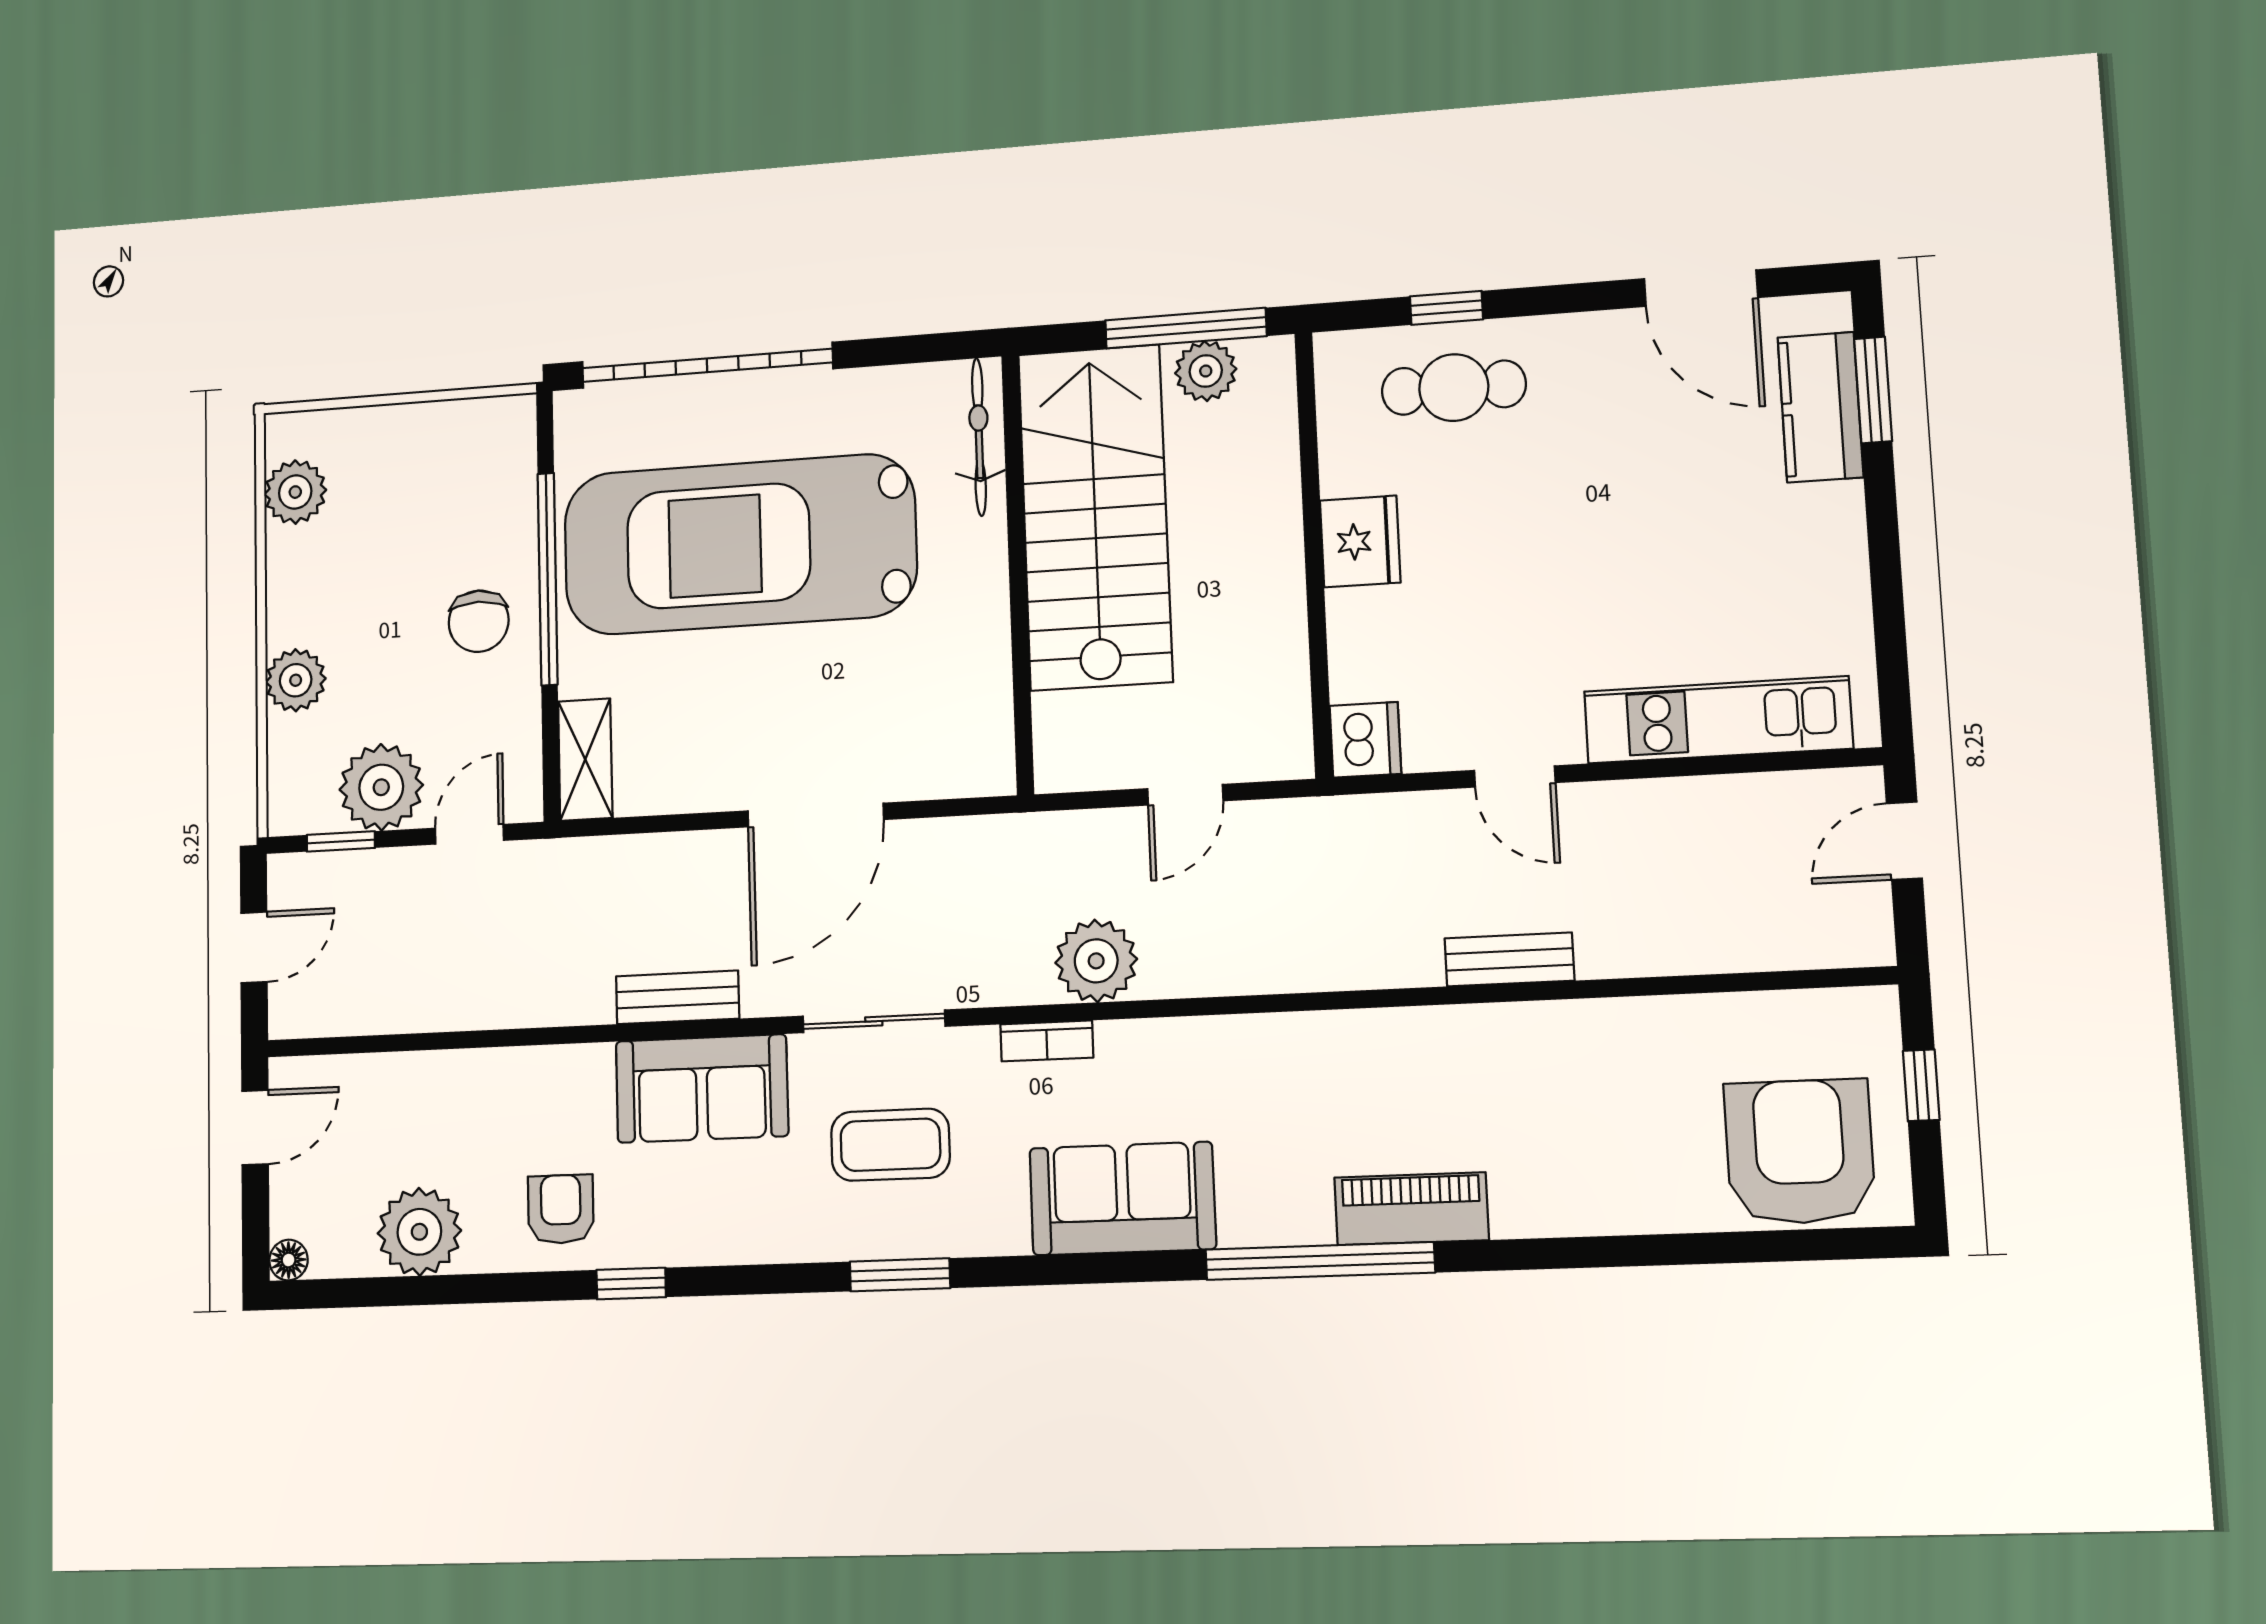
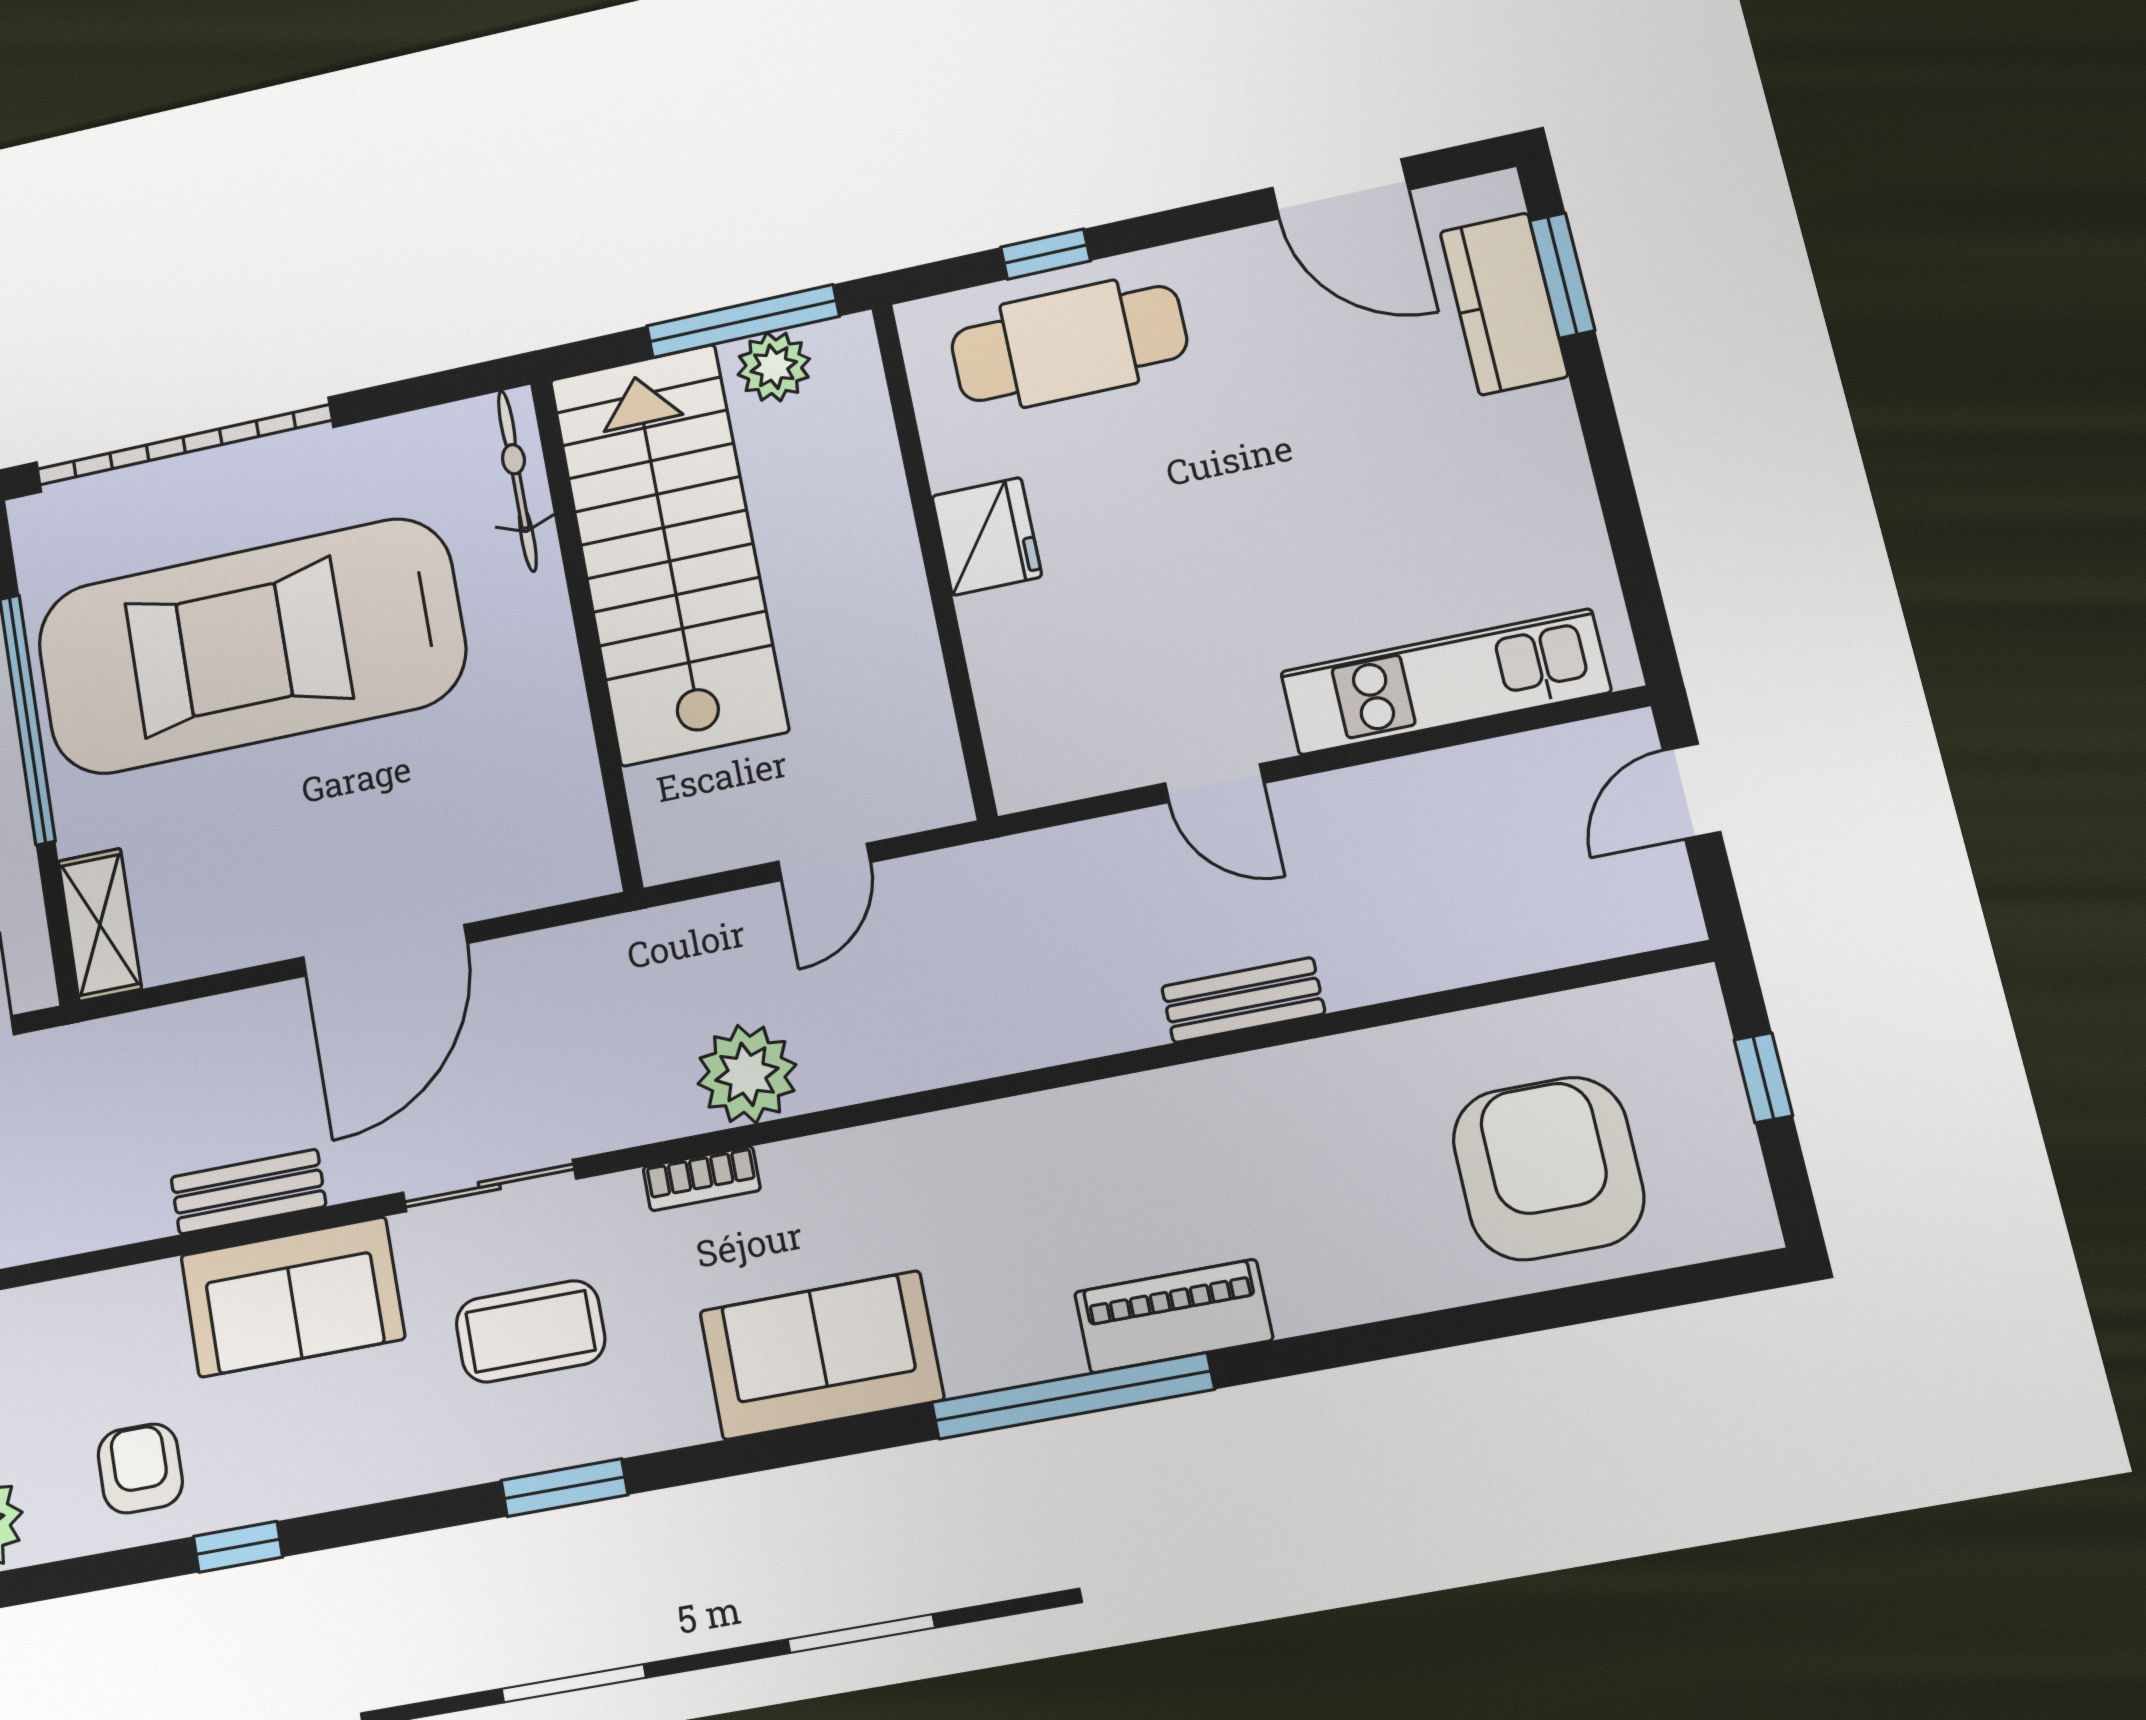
cafe table: (1454, 388) -> (1069, 344), width x1.37, depth x1.35
dishwasher: (1365, 740) -> (1029, 766), removed
armchair: (1800, 1152) -> (1548, 1168), moved

